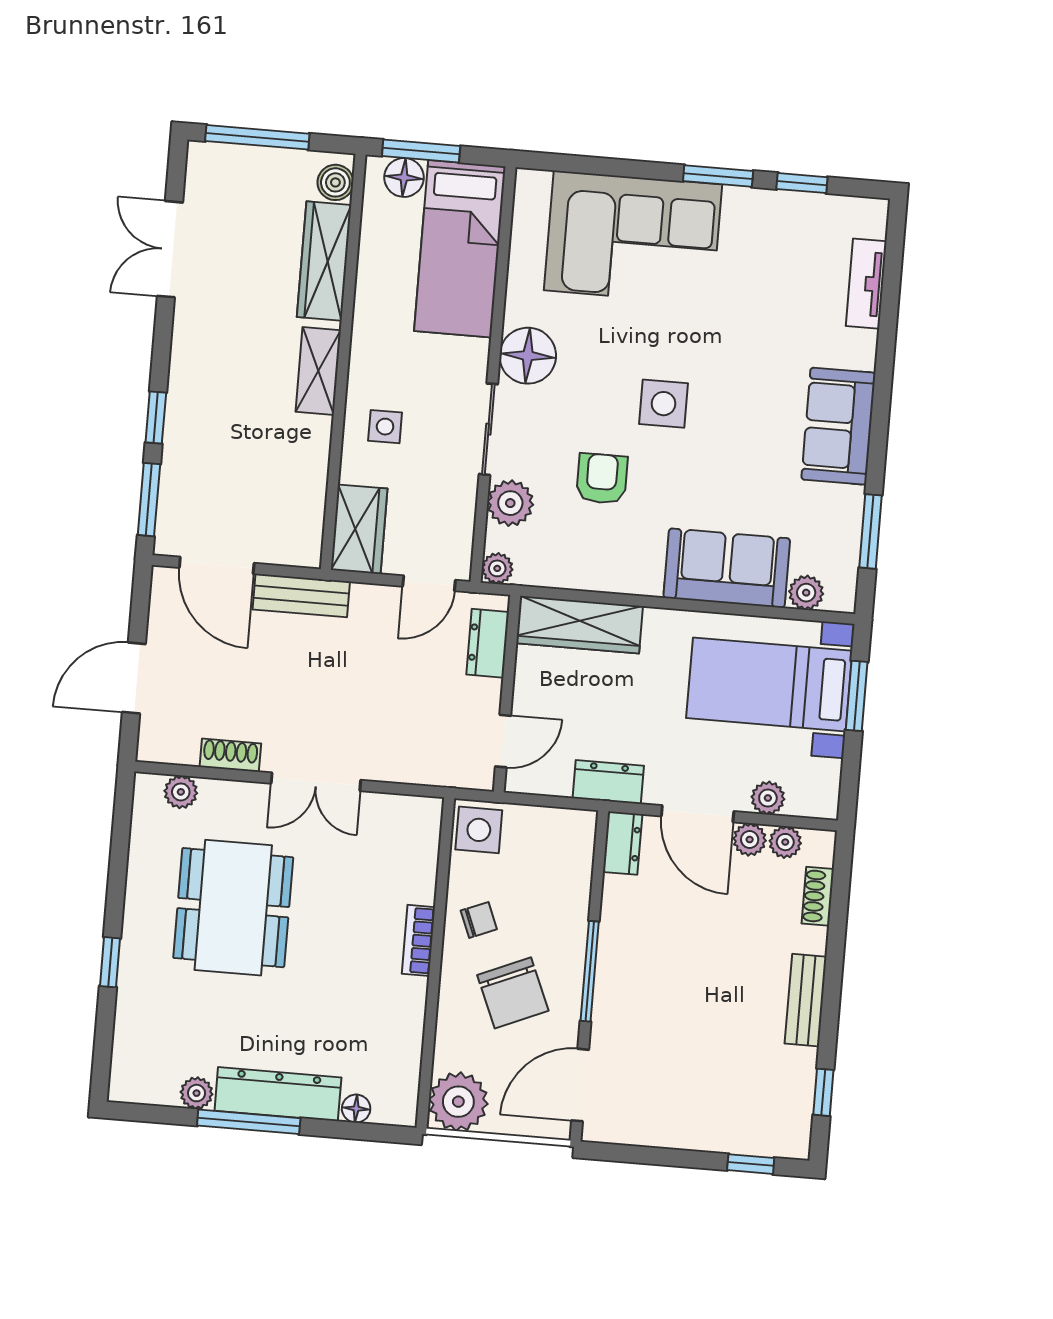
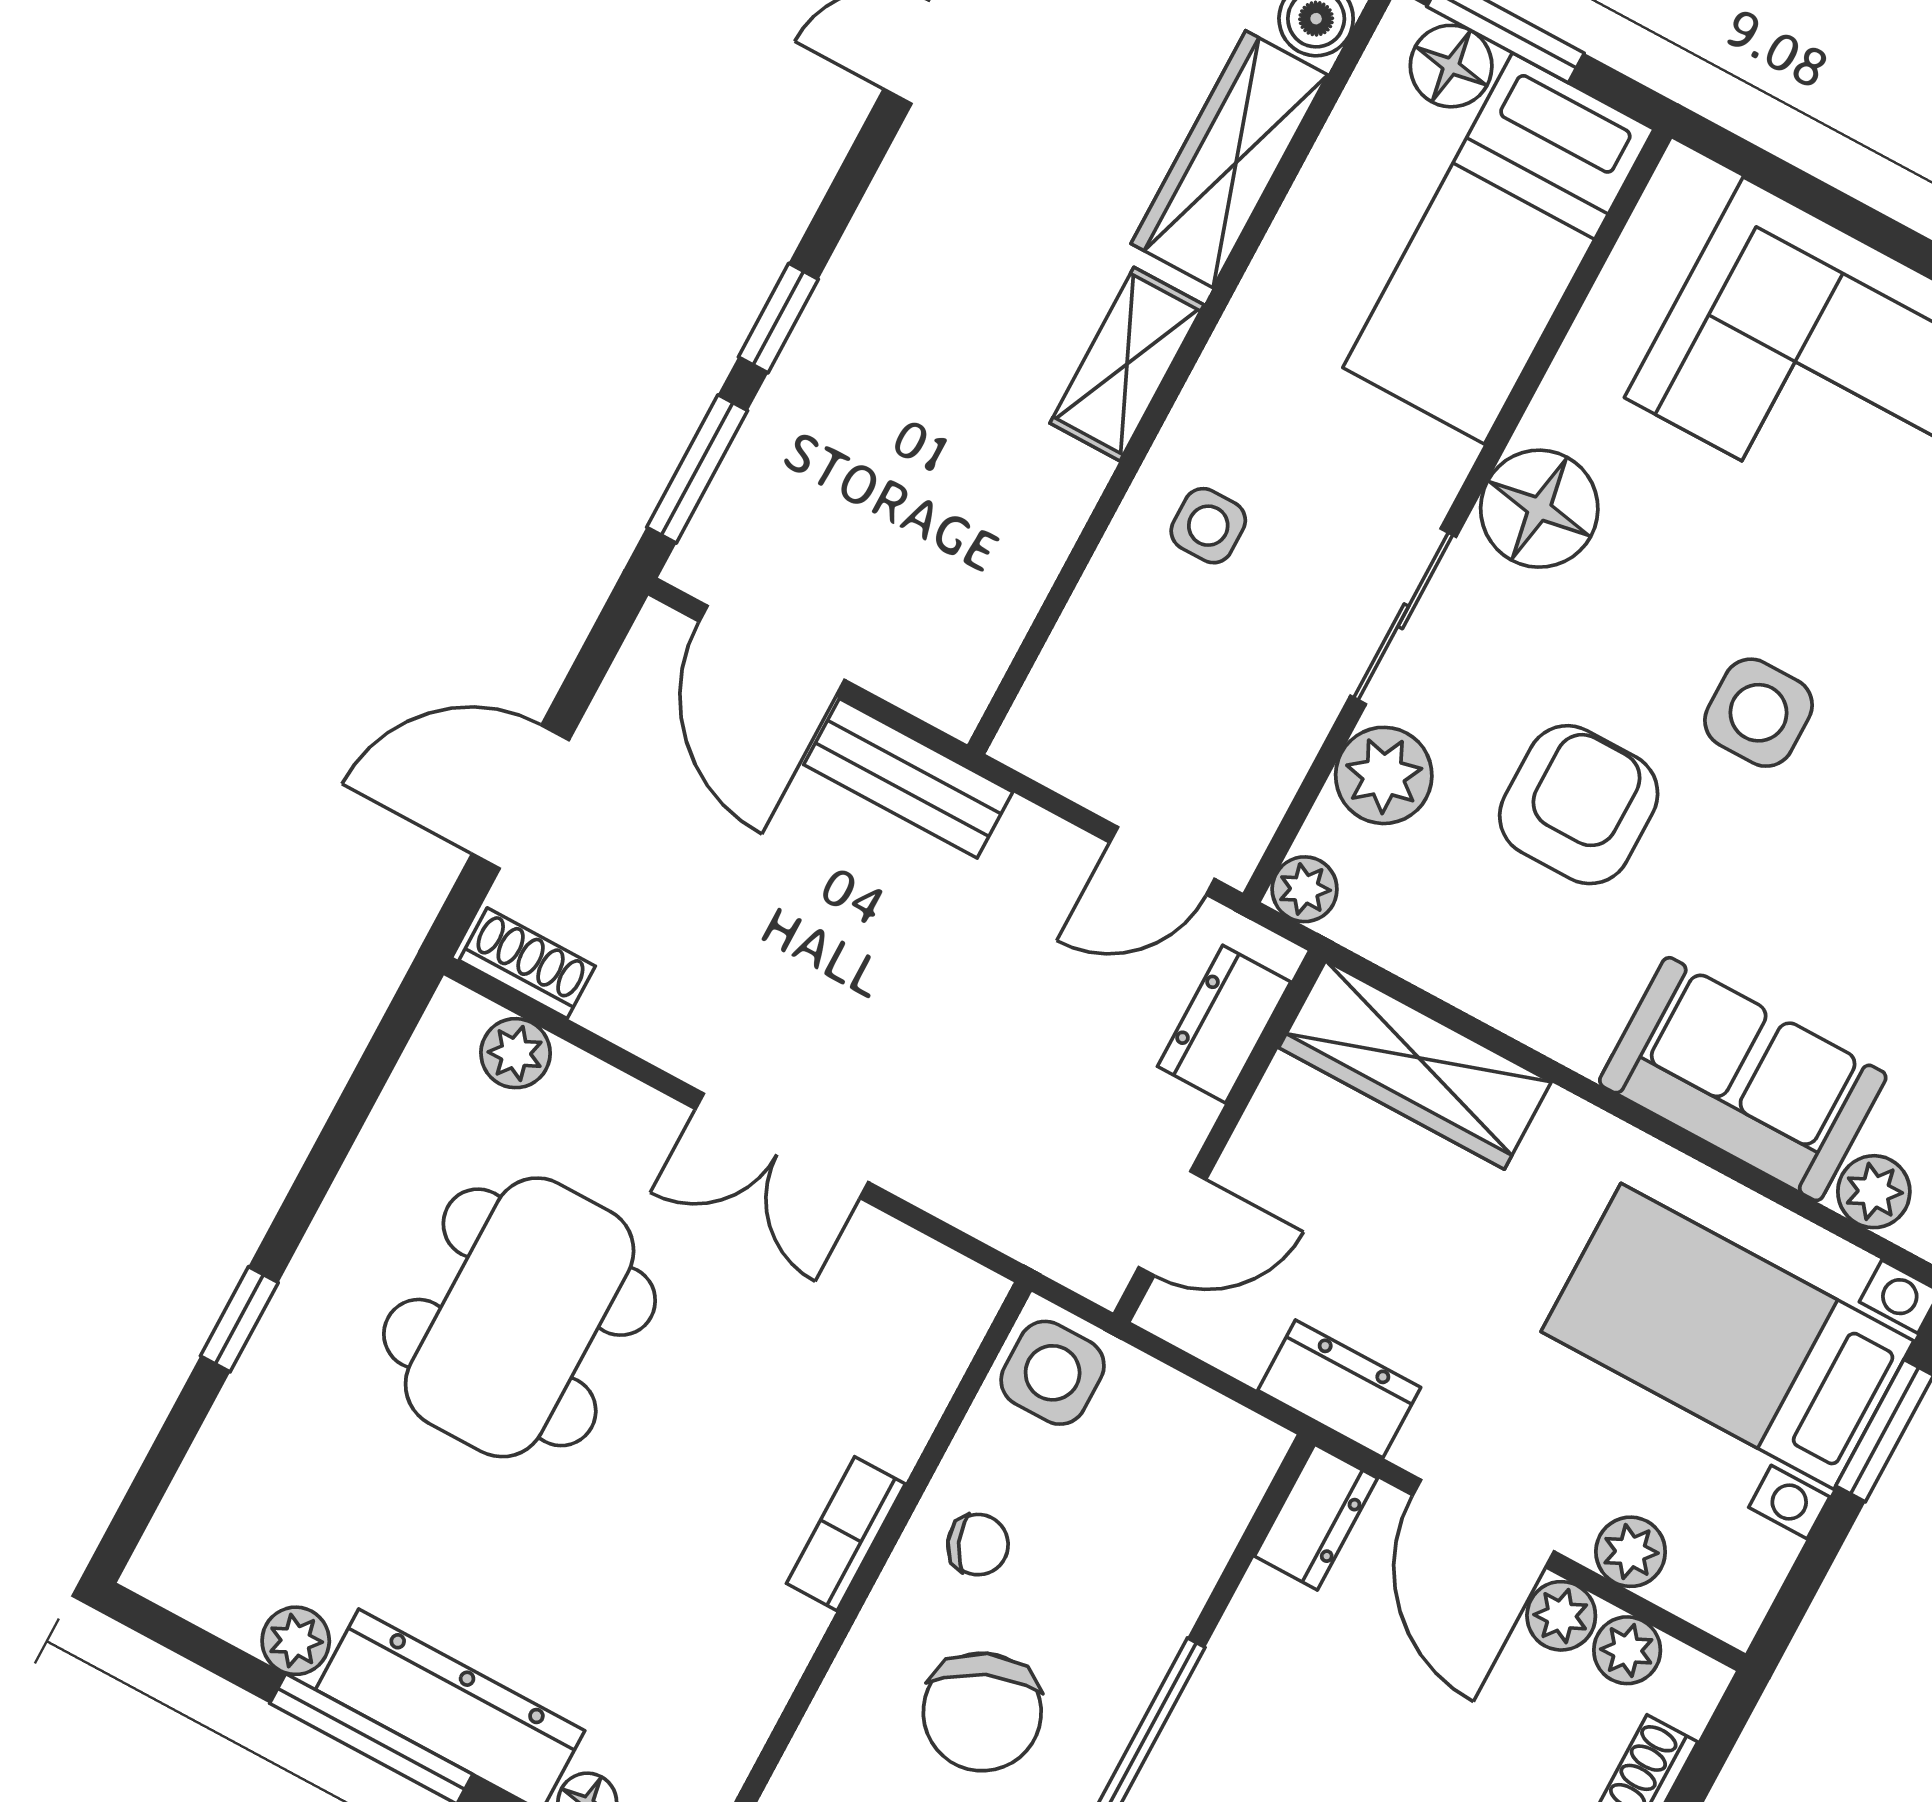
armchair: (602, 479) -> (1579, 805), width x1.38, depth x1.38
wardrobe: (359, 529) -> (1073, 700), removed
shoe rack: (230, 755) -> (527, 963), moved

